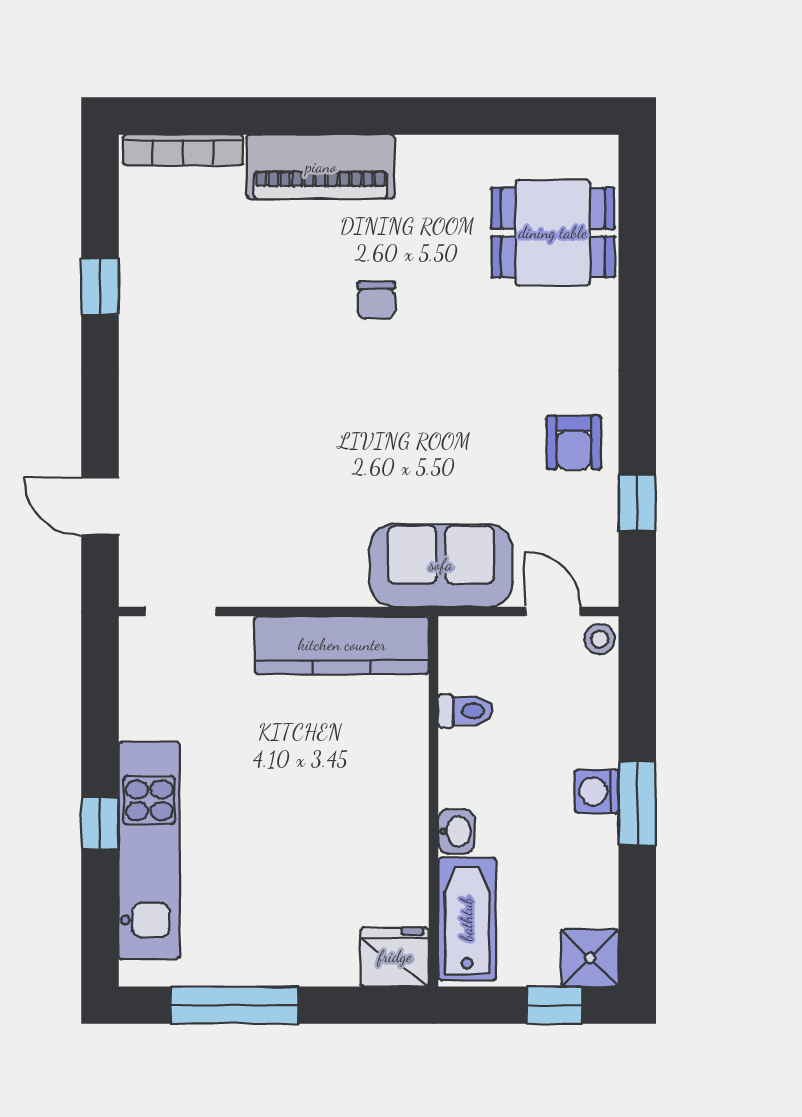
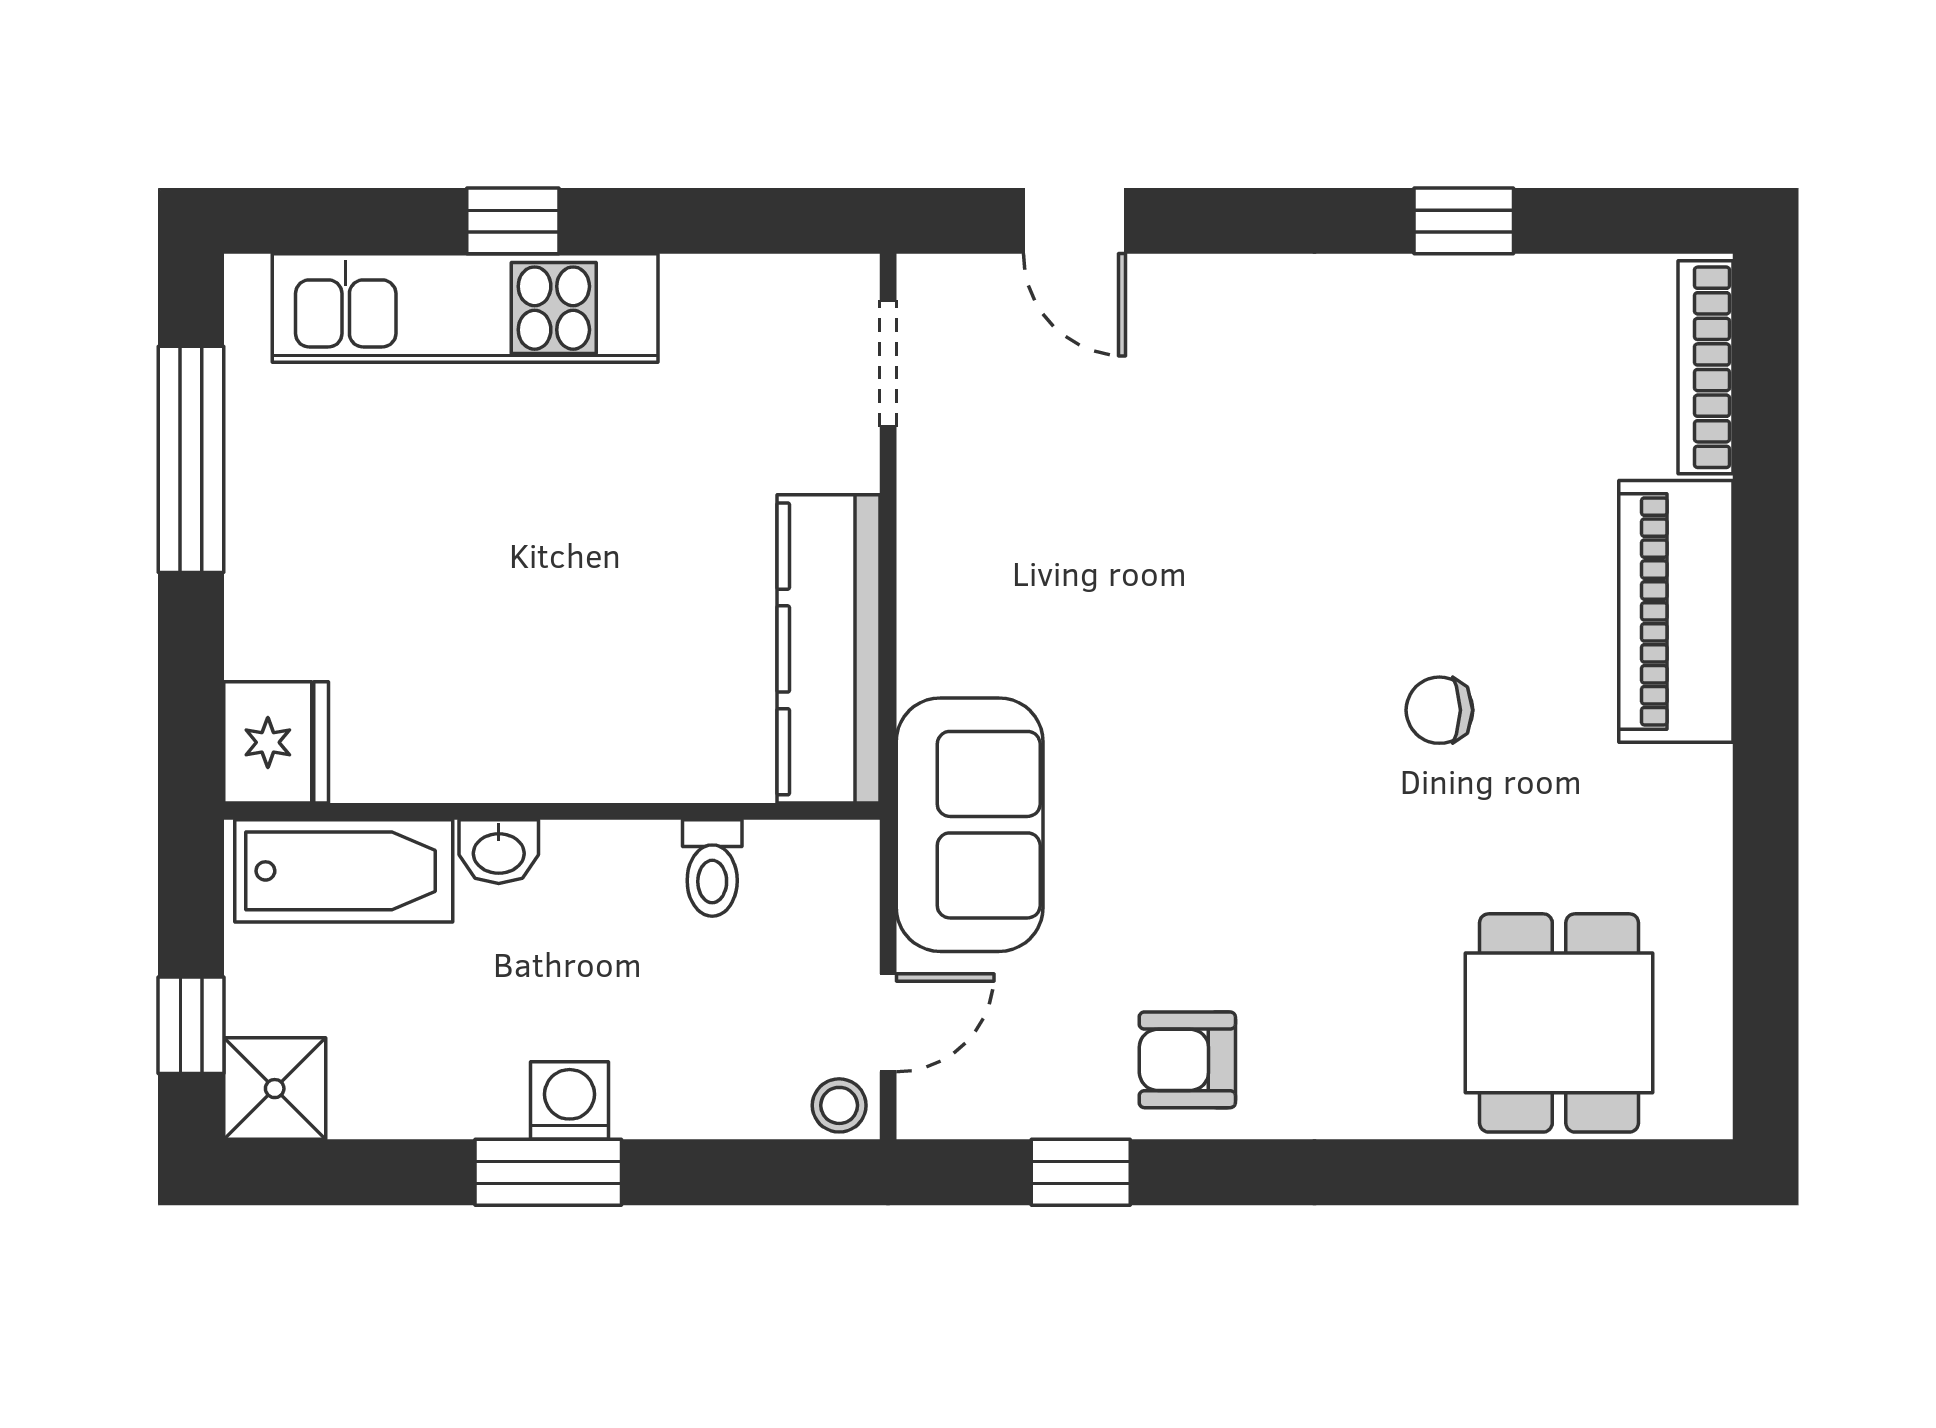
door: (100, 506) -> (1075, 221), swing flipped

